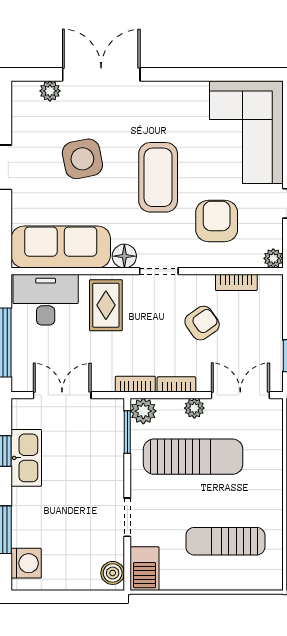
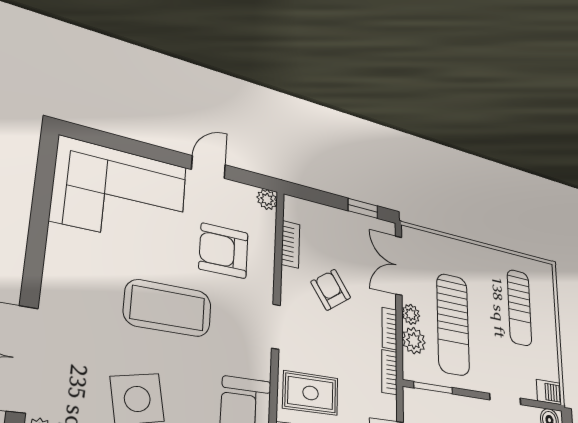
floor lamp: (124, 256) -> (258, 364), removed
plant: (143, 411) -> (414, 341), moved
sun lounger: (193, 457) -> (453, 324), turned 180
barbecue: (145, 569) -> (549, 392), width x0.73, depth x0.79

